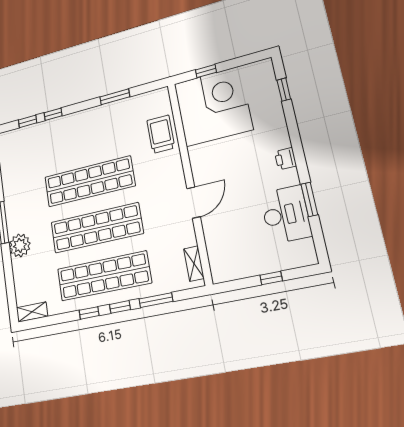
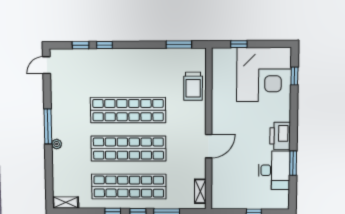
window: (115, 97) -> (179, 45), moved
corner desk: (213, 106) -> (264, 75), moved, turned 90
trolley: (161, 134) -> (193, 86), turned 180
printer: (285, 159) -> (280, 136), width x1.87, depth x1.48
plant: (20, 245) -> (57, 144), width x0.53, depth x0.53

